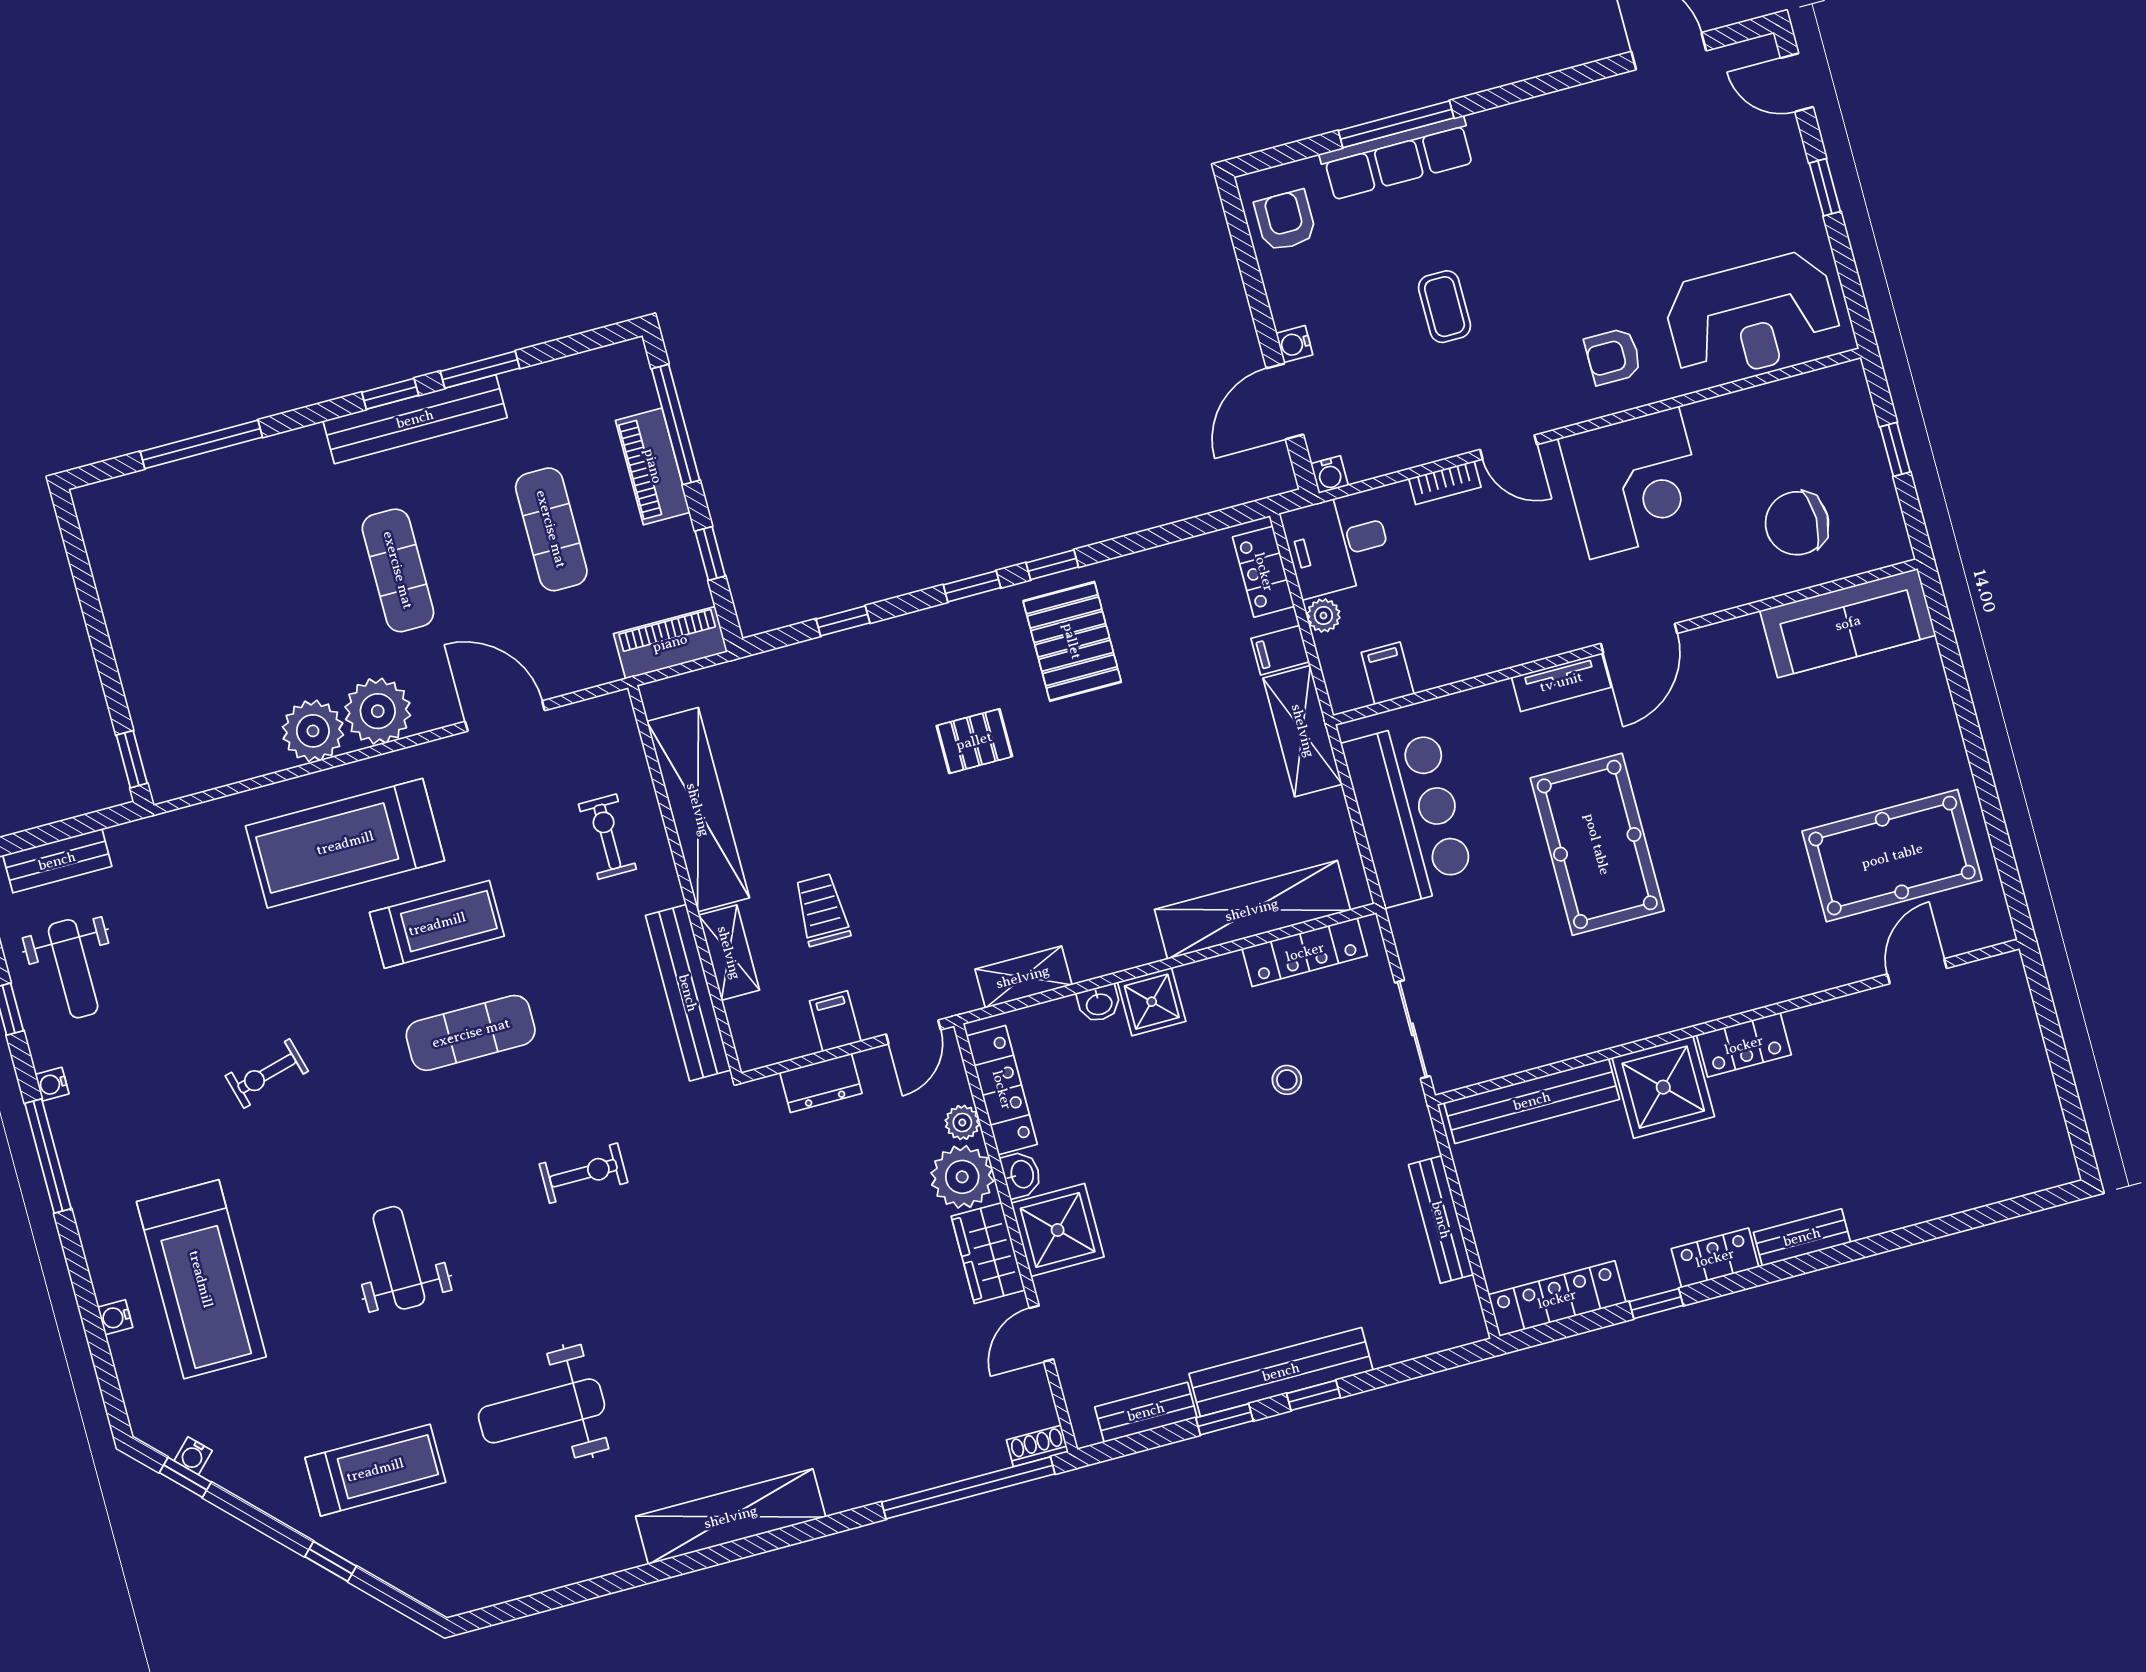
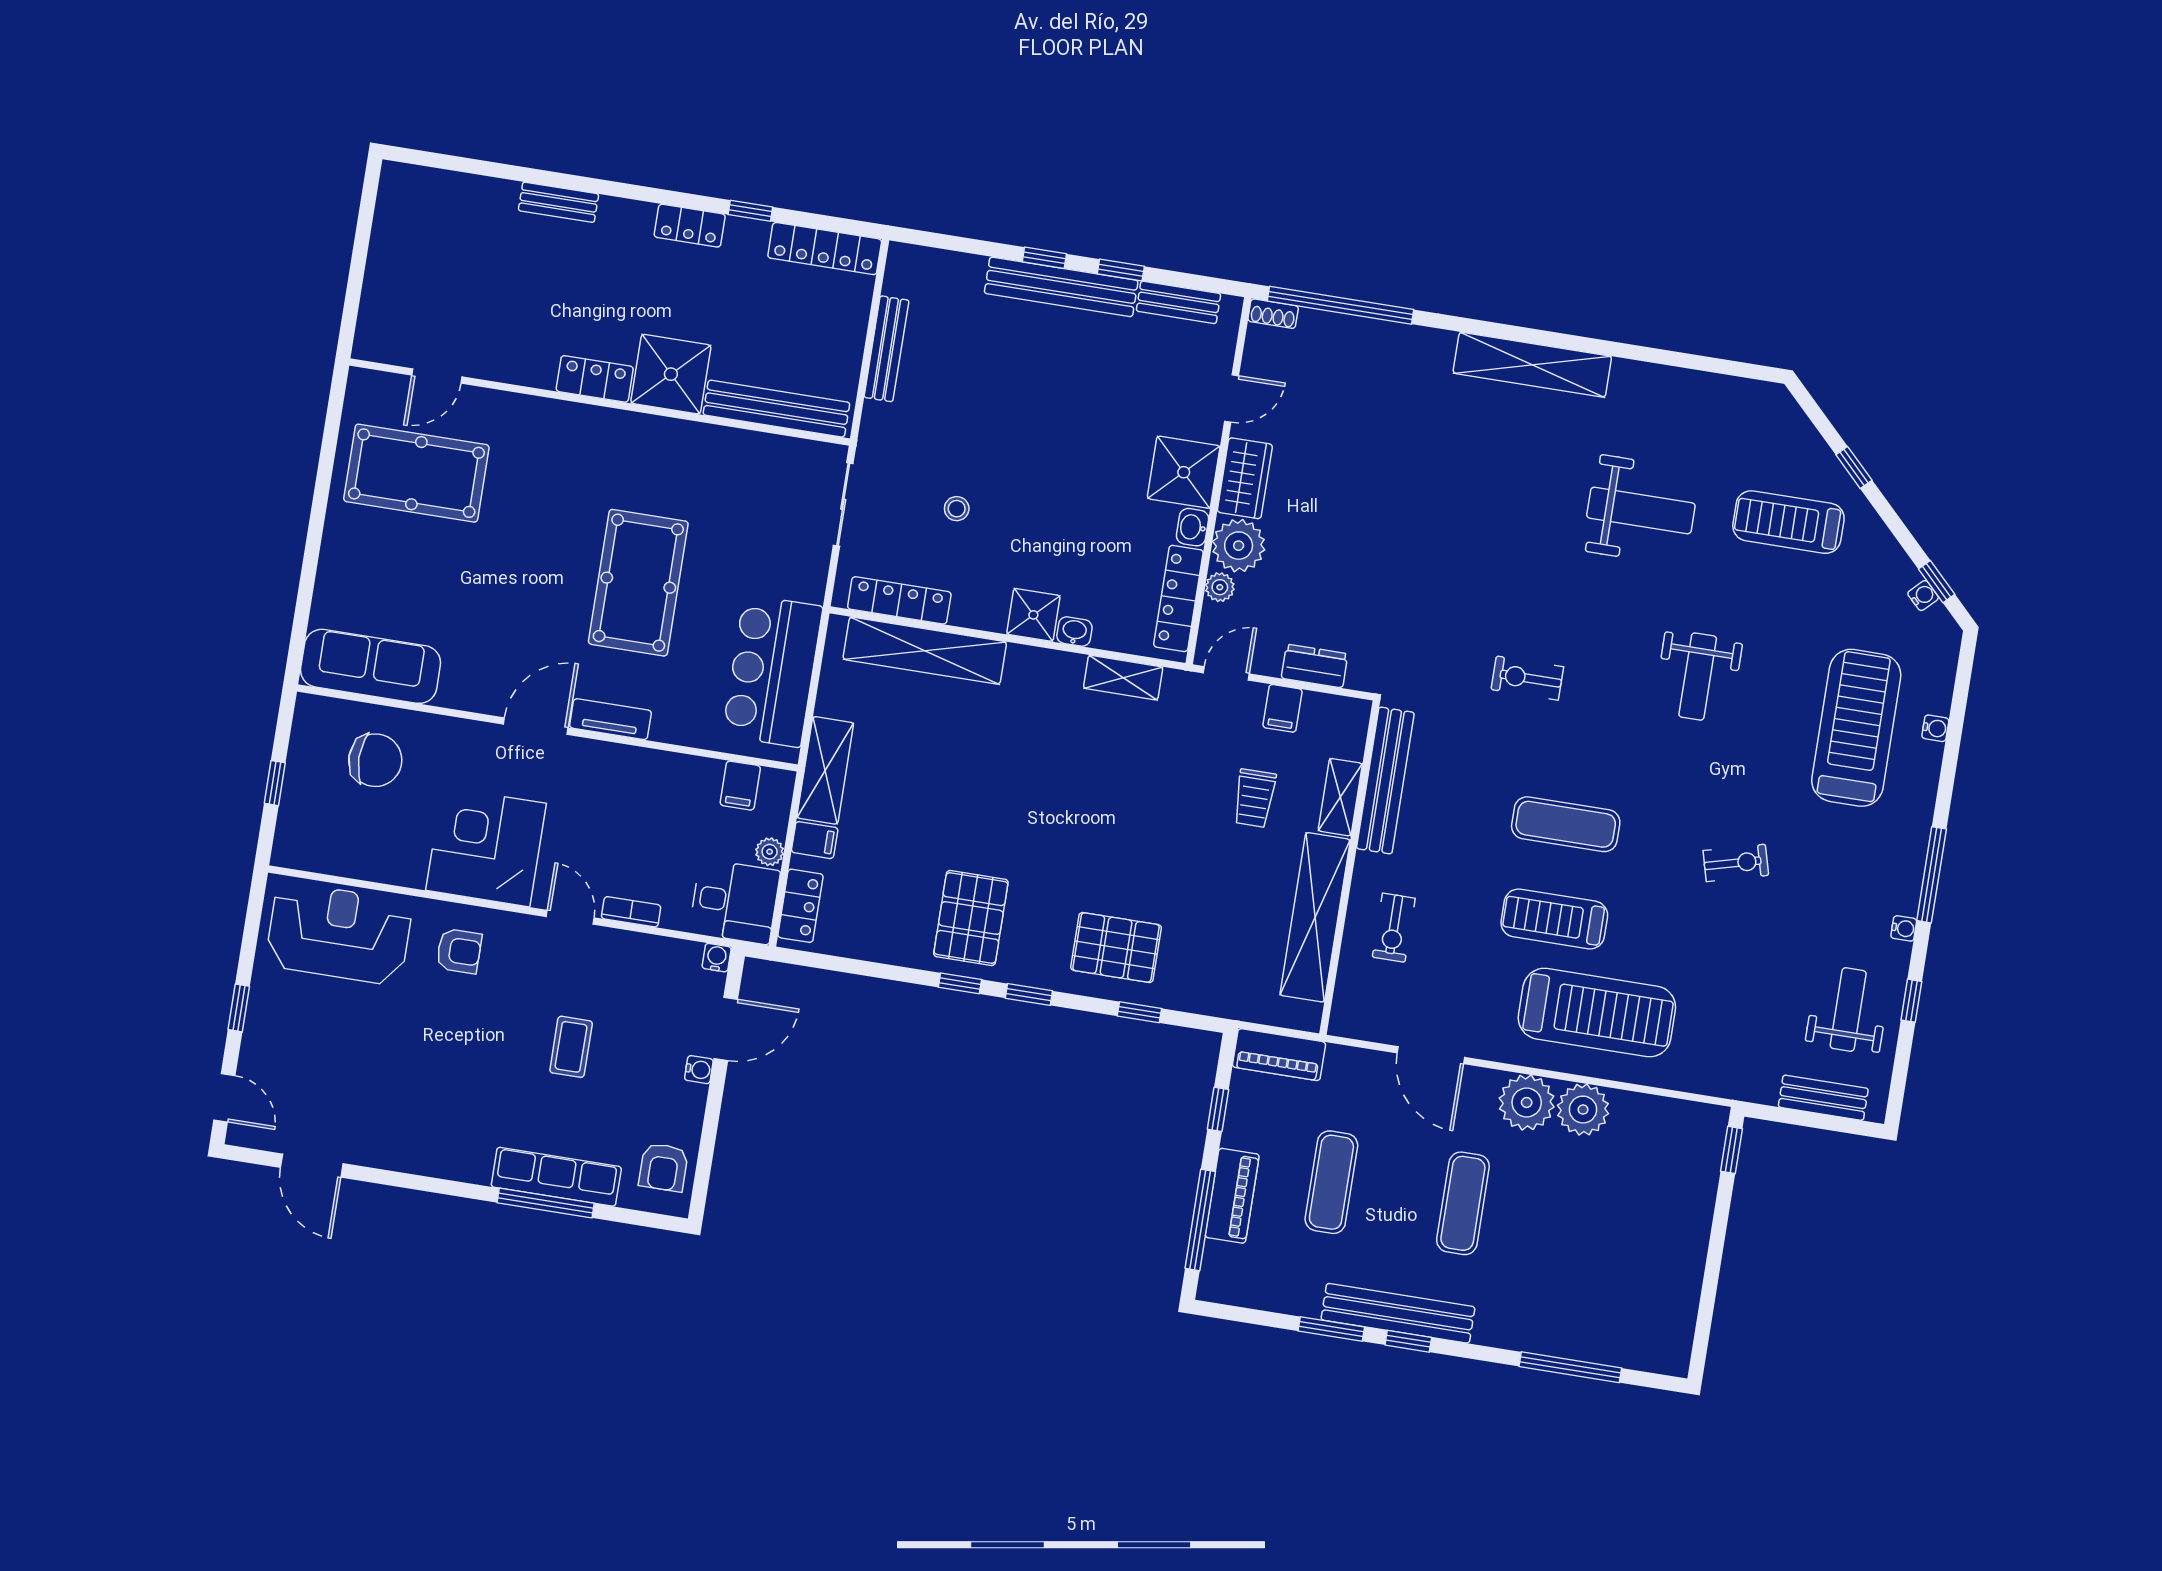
pallet: (974, 741) -> (1116, 948), moved, width x1.50, depth x1.42
bench: (1802, 1237) -> (559, 202), moved

